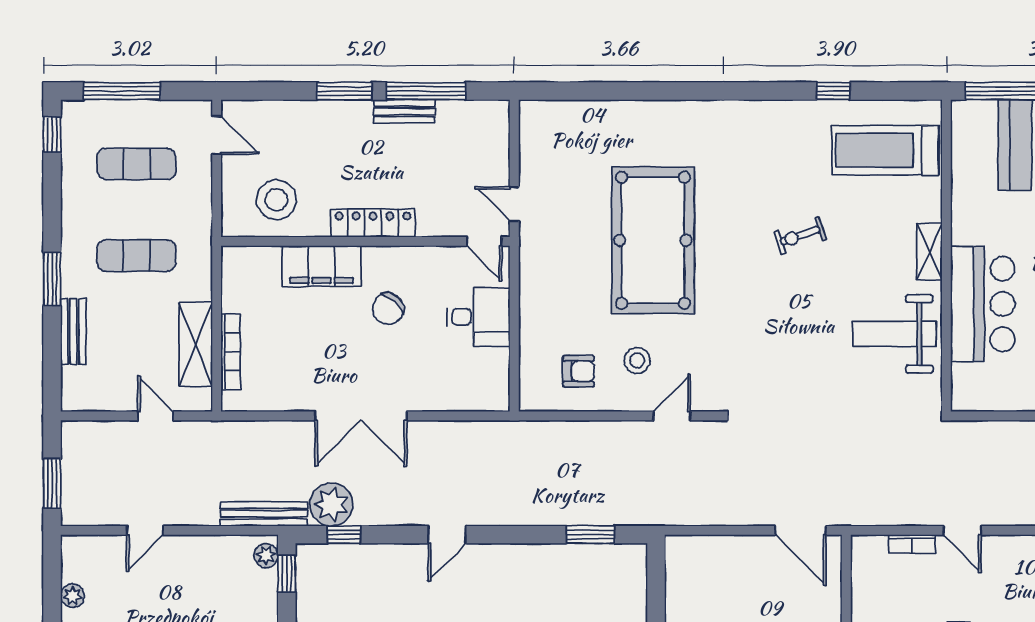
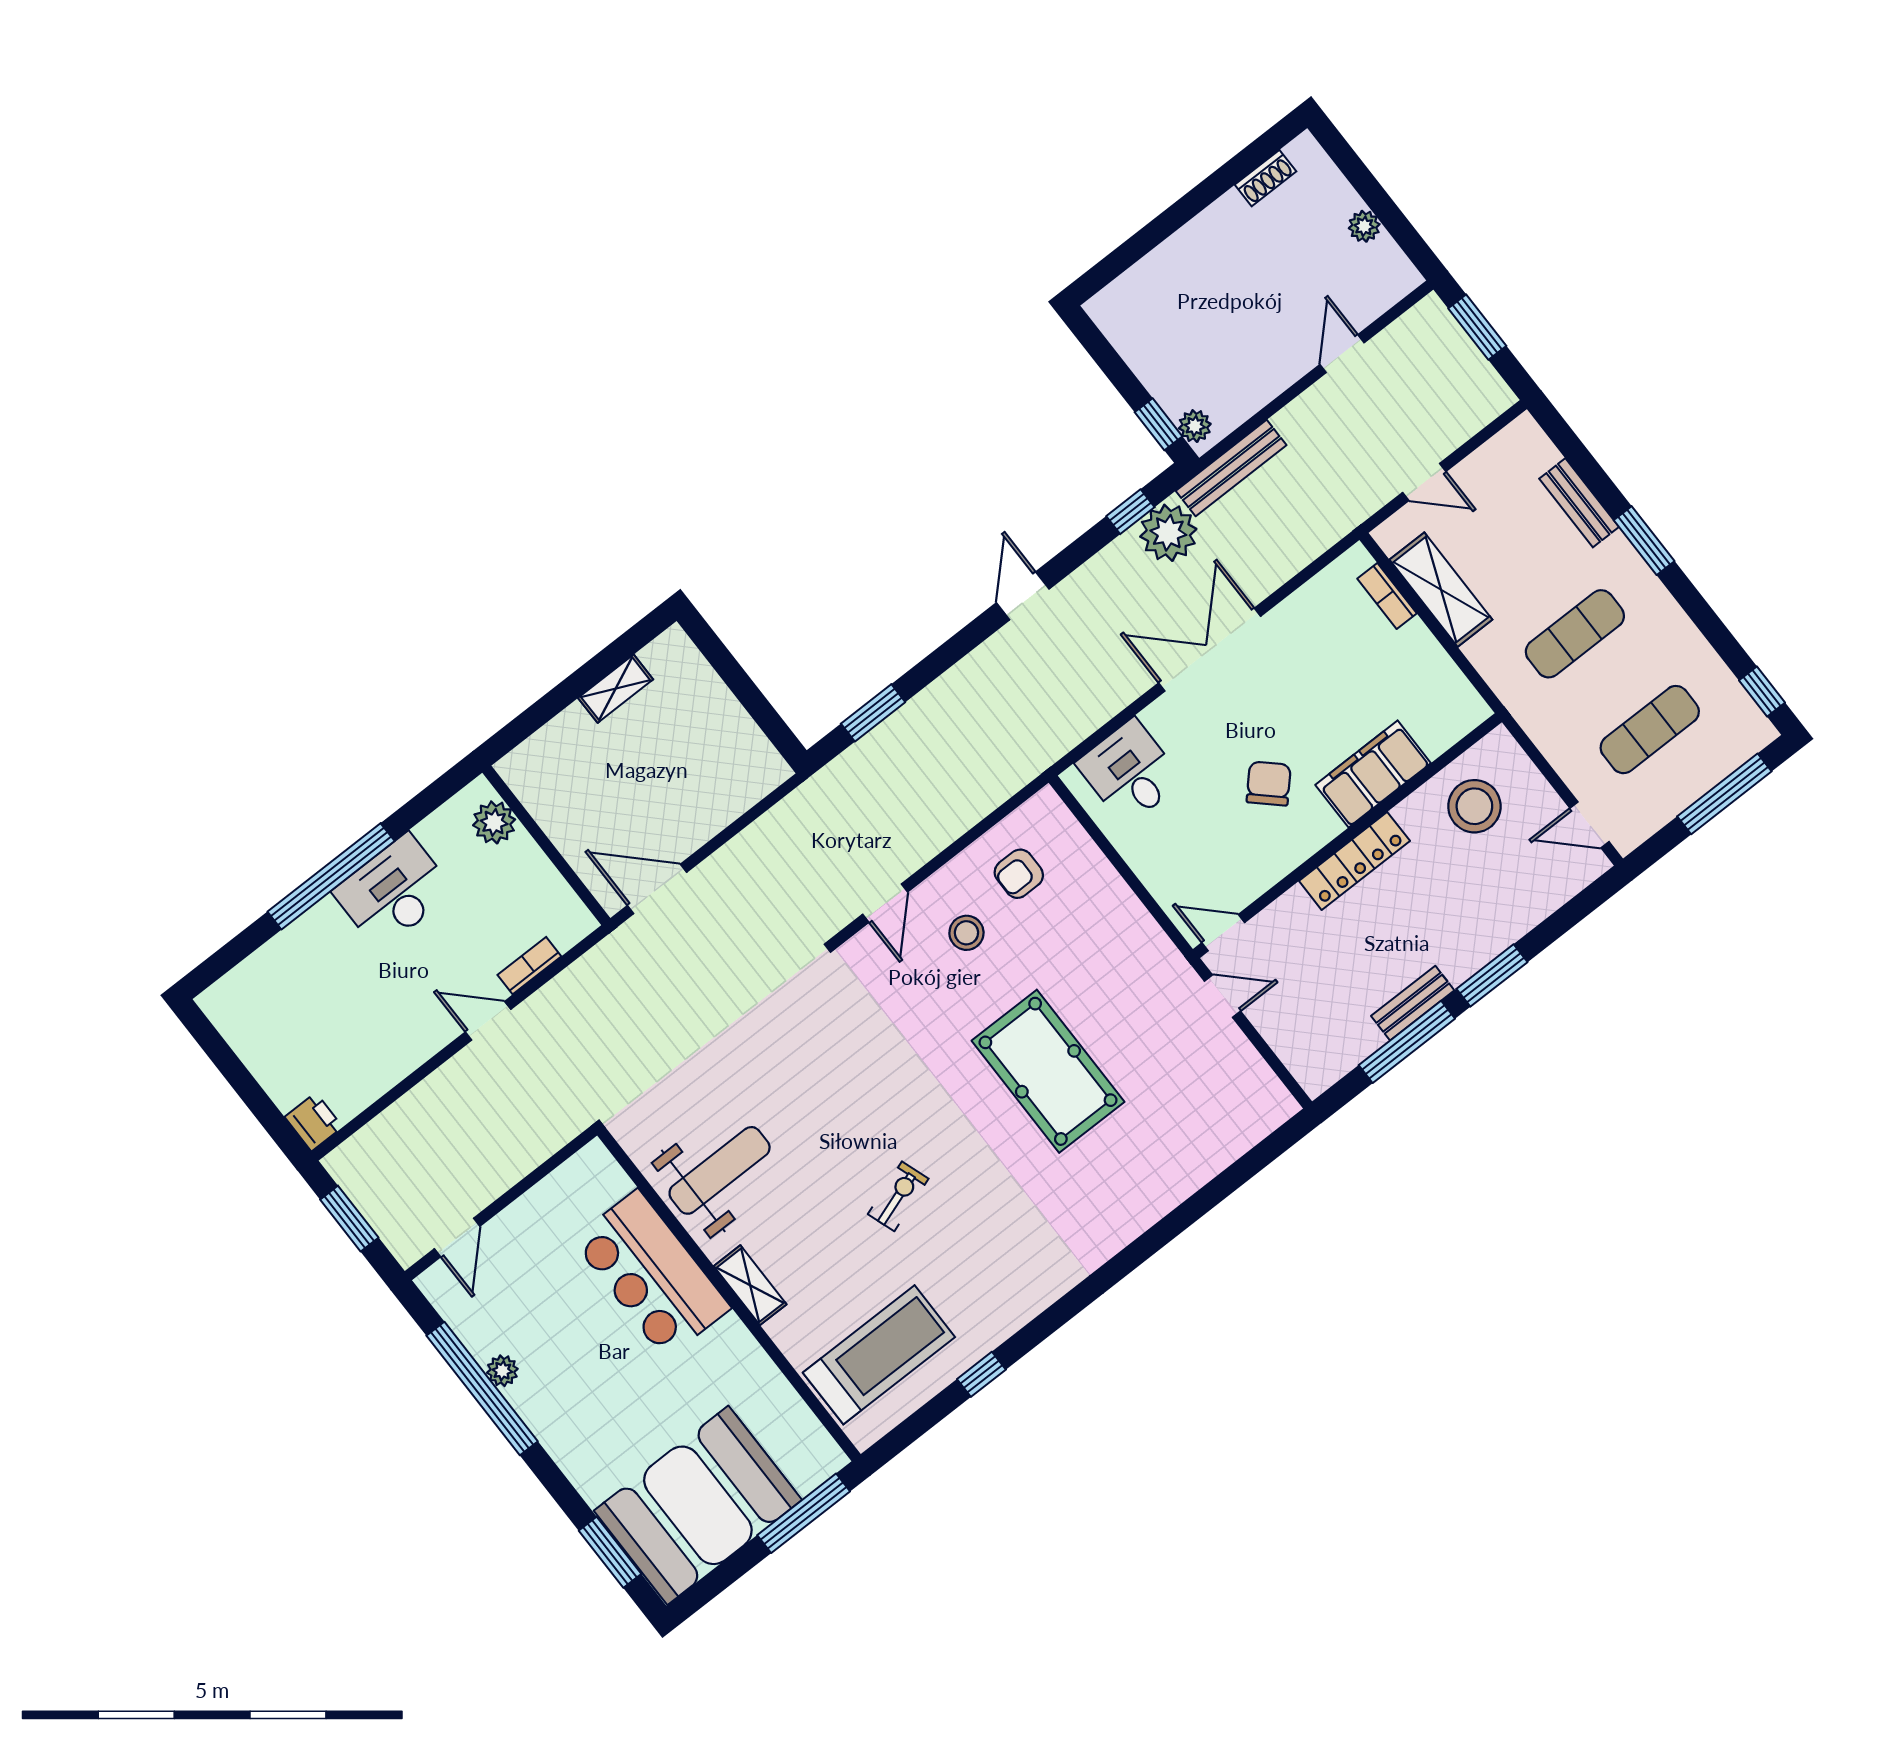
pool table: (653, 240) -> (1048, 1071), width x0.73, depth x0.76
desk: (479, 317) -> (1130, 772), moved, turned 90
bookcase: (231, 352) -> (1387, 596), width x0.64

